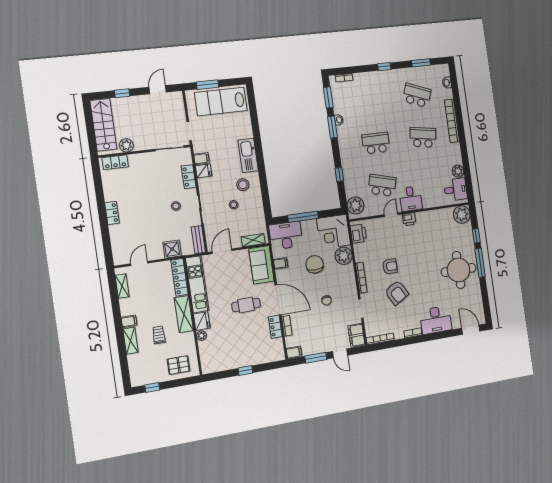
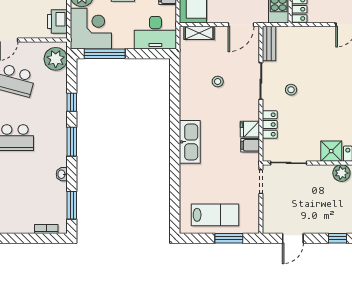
lab bench: (221, 102) -> (215, 215), width x0.73, depth x0.72
window: (332, 127) -> (72, 142), moved
stool: (243, 185) -> (202, 105), removed
window: (303, 217) -> (105, 54), moved
shower: (172, 249) -> (331, 151), moved

